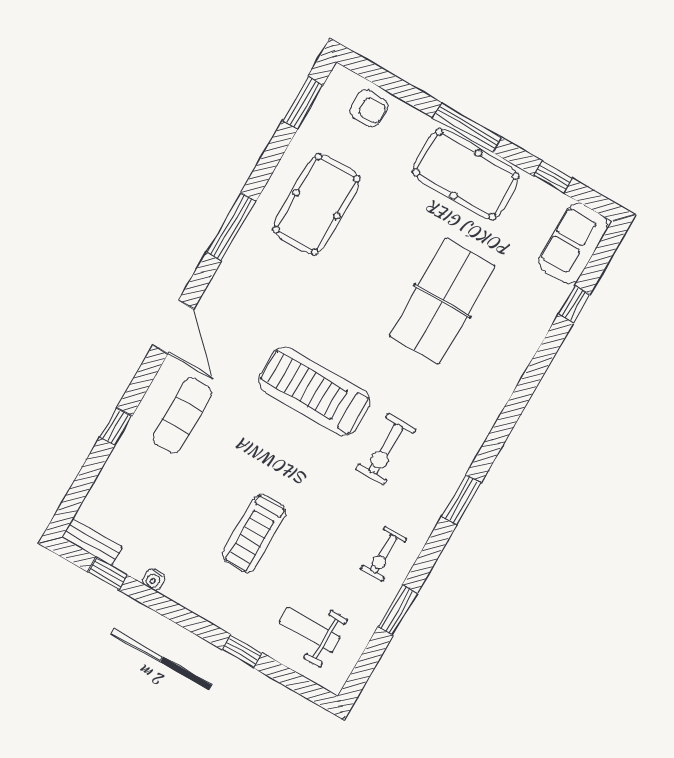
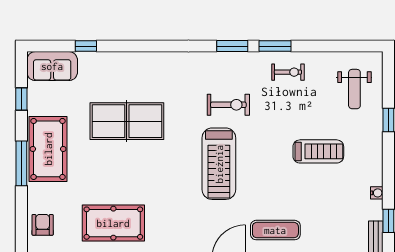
window: (398, 610) -> (275, 46), moved

